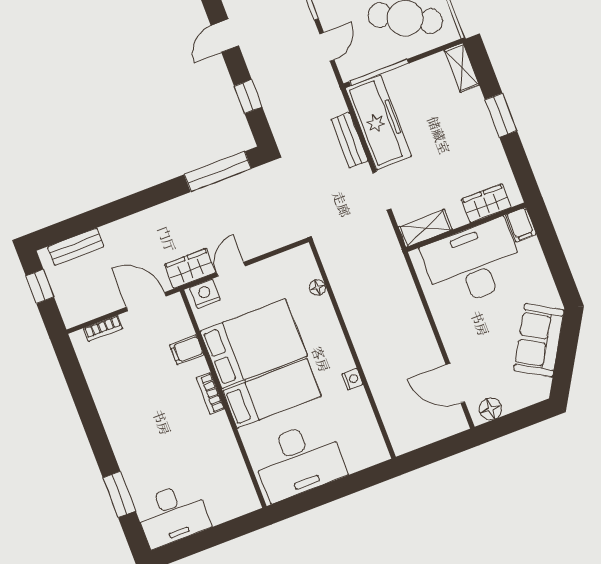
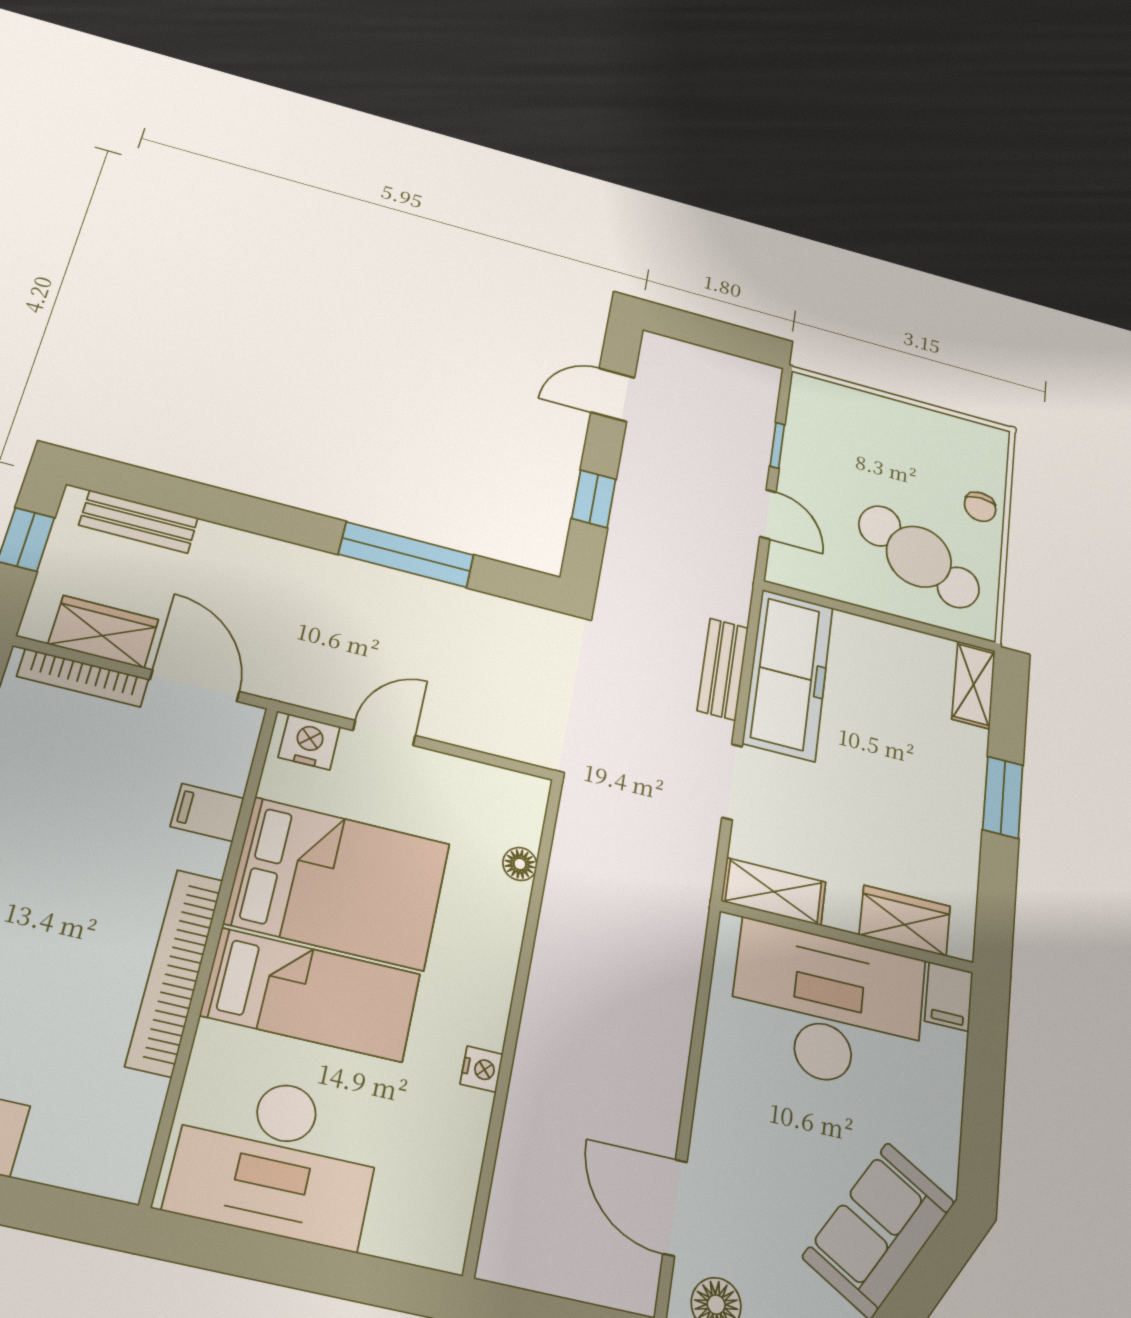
door: (327, 47) -> (768, 514), hinge flipped
window: (379, 72) -> (832, 604), removed
window: (218, 172) -> (406, 555), moved
wardrobe: (190, 268) -> (104, 632), moved
bookcase: (103, 328) -> (83, 678), width x1.56
bookcase: (210, 394) -> (175, 971), width x2.31, depth x1.31

